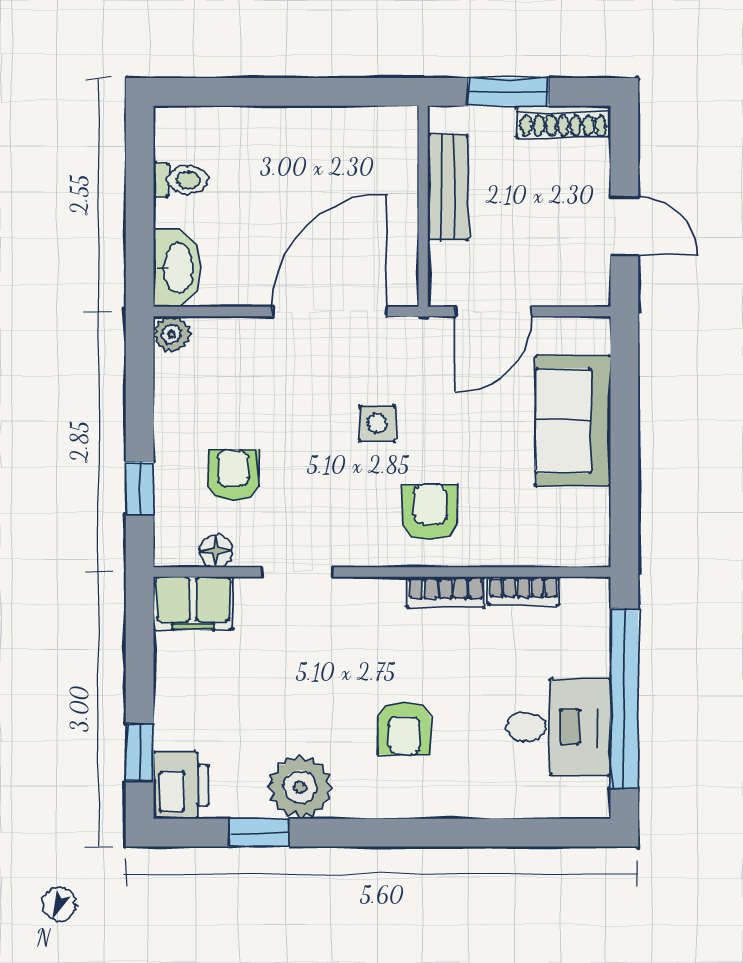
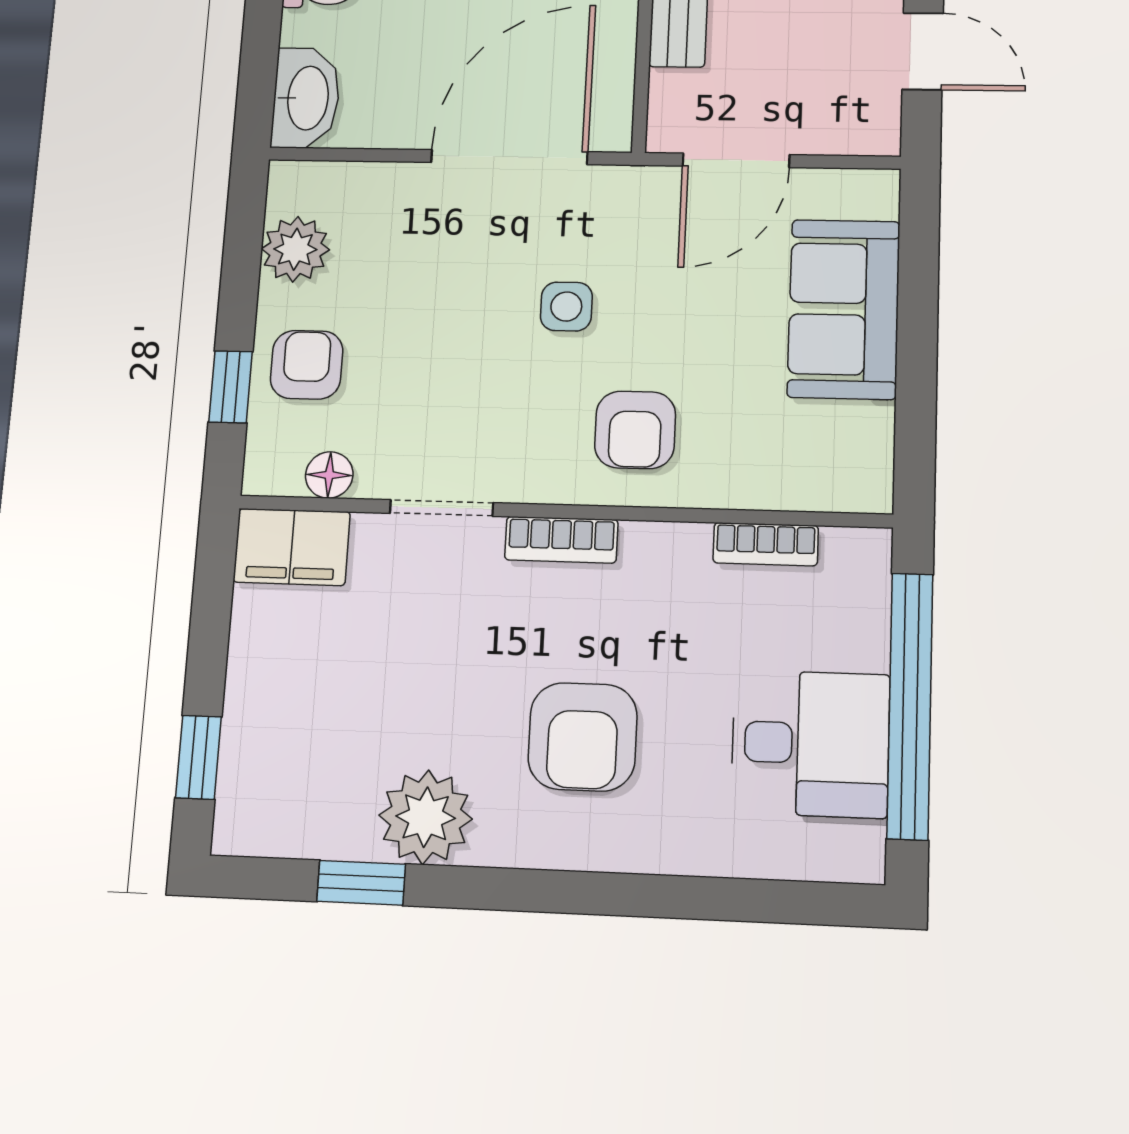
plant: (172, 334) -> (295, 249), moved, width x1.38, depth x1.38
armchair: (233, 475) -> (307, 365), moved
armchair: (430, 512) -> (635, 430), turned 180
bookcase: (446, 592) -> (561, 540), moved
armchair: (404, 728) -> (583, 737), width x1.38, depth x1.38
printer: (181, 785) -> (254, 808), removed

